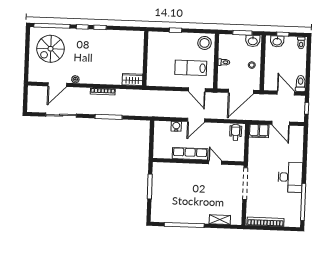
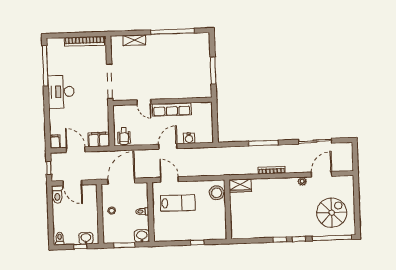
washbasin: (253, 41) -> (142, 236), moved
stool: (205, 43) -> (217, 193), moved
filing cabinet: (299, 132) -> (55, 142), added

